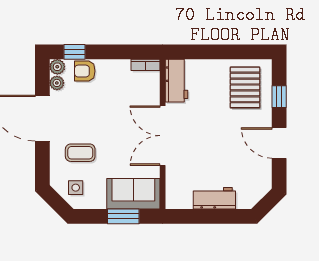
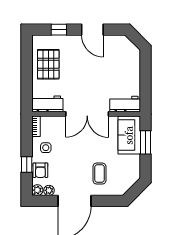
window: (75, 52) -> (27, 165), moved
pallet: (245, 87) -> (48, 64), moved, turned 90
door: (279, 143) -> (92, 30), hinge flipped
side table: (76, 188) -> (46, 148), moved
workbench: (214, 198) -> (125, 104), moved, turned 90

